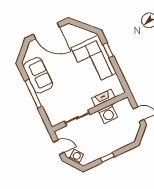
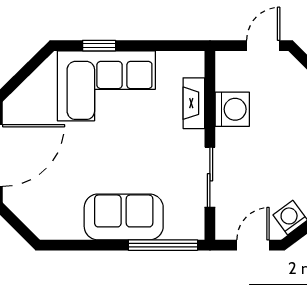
sofa: (38, 75) -> (124, 217), moved
window: (33, 94) -> (163, 245), moved

